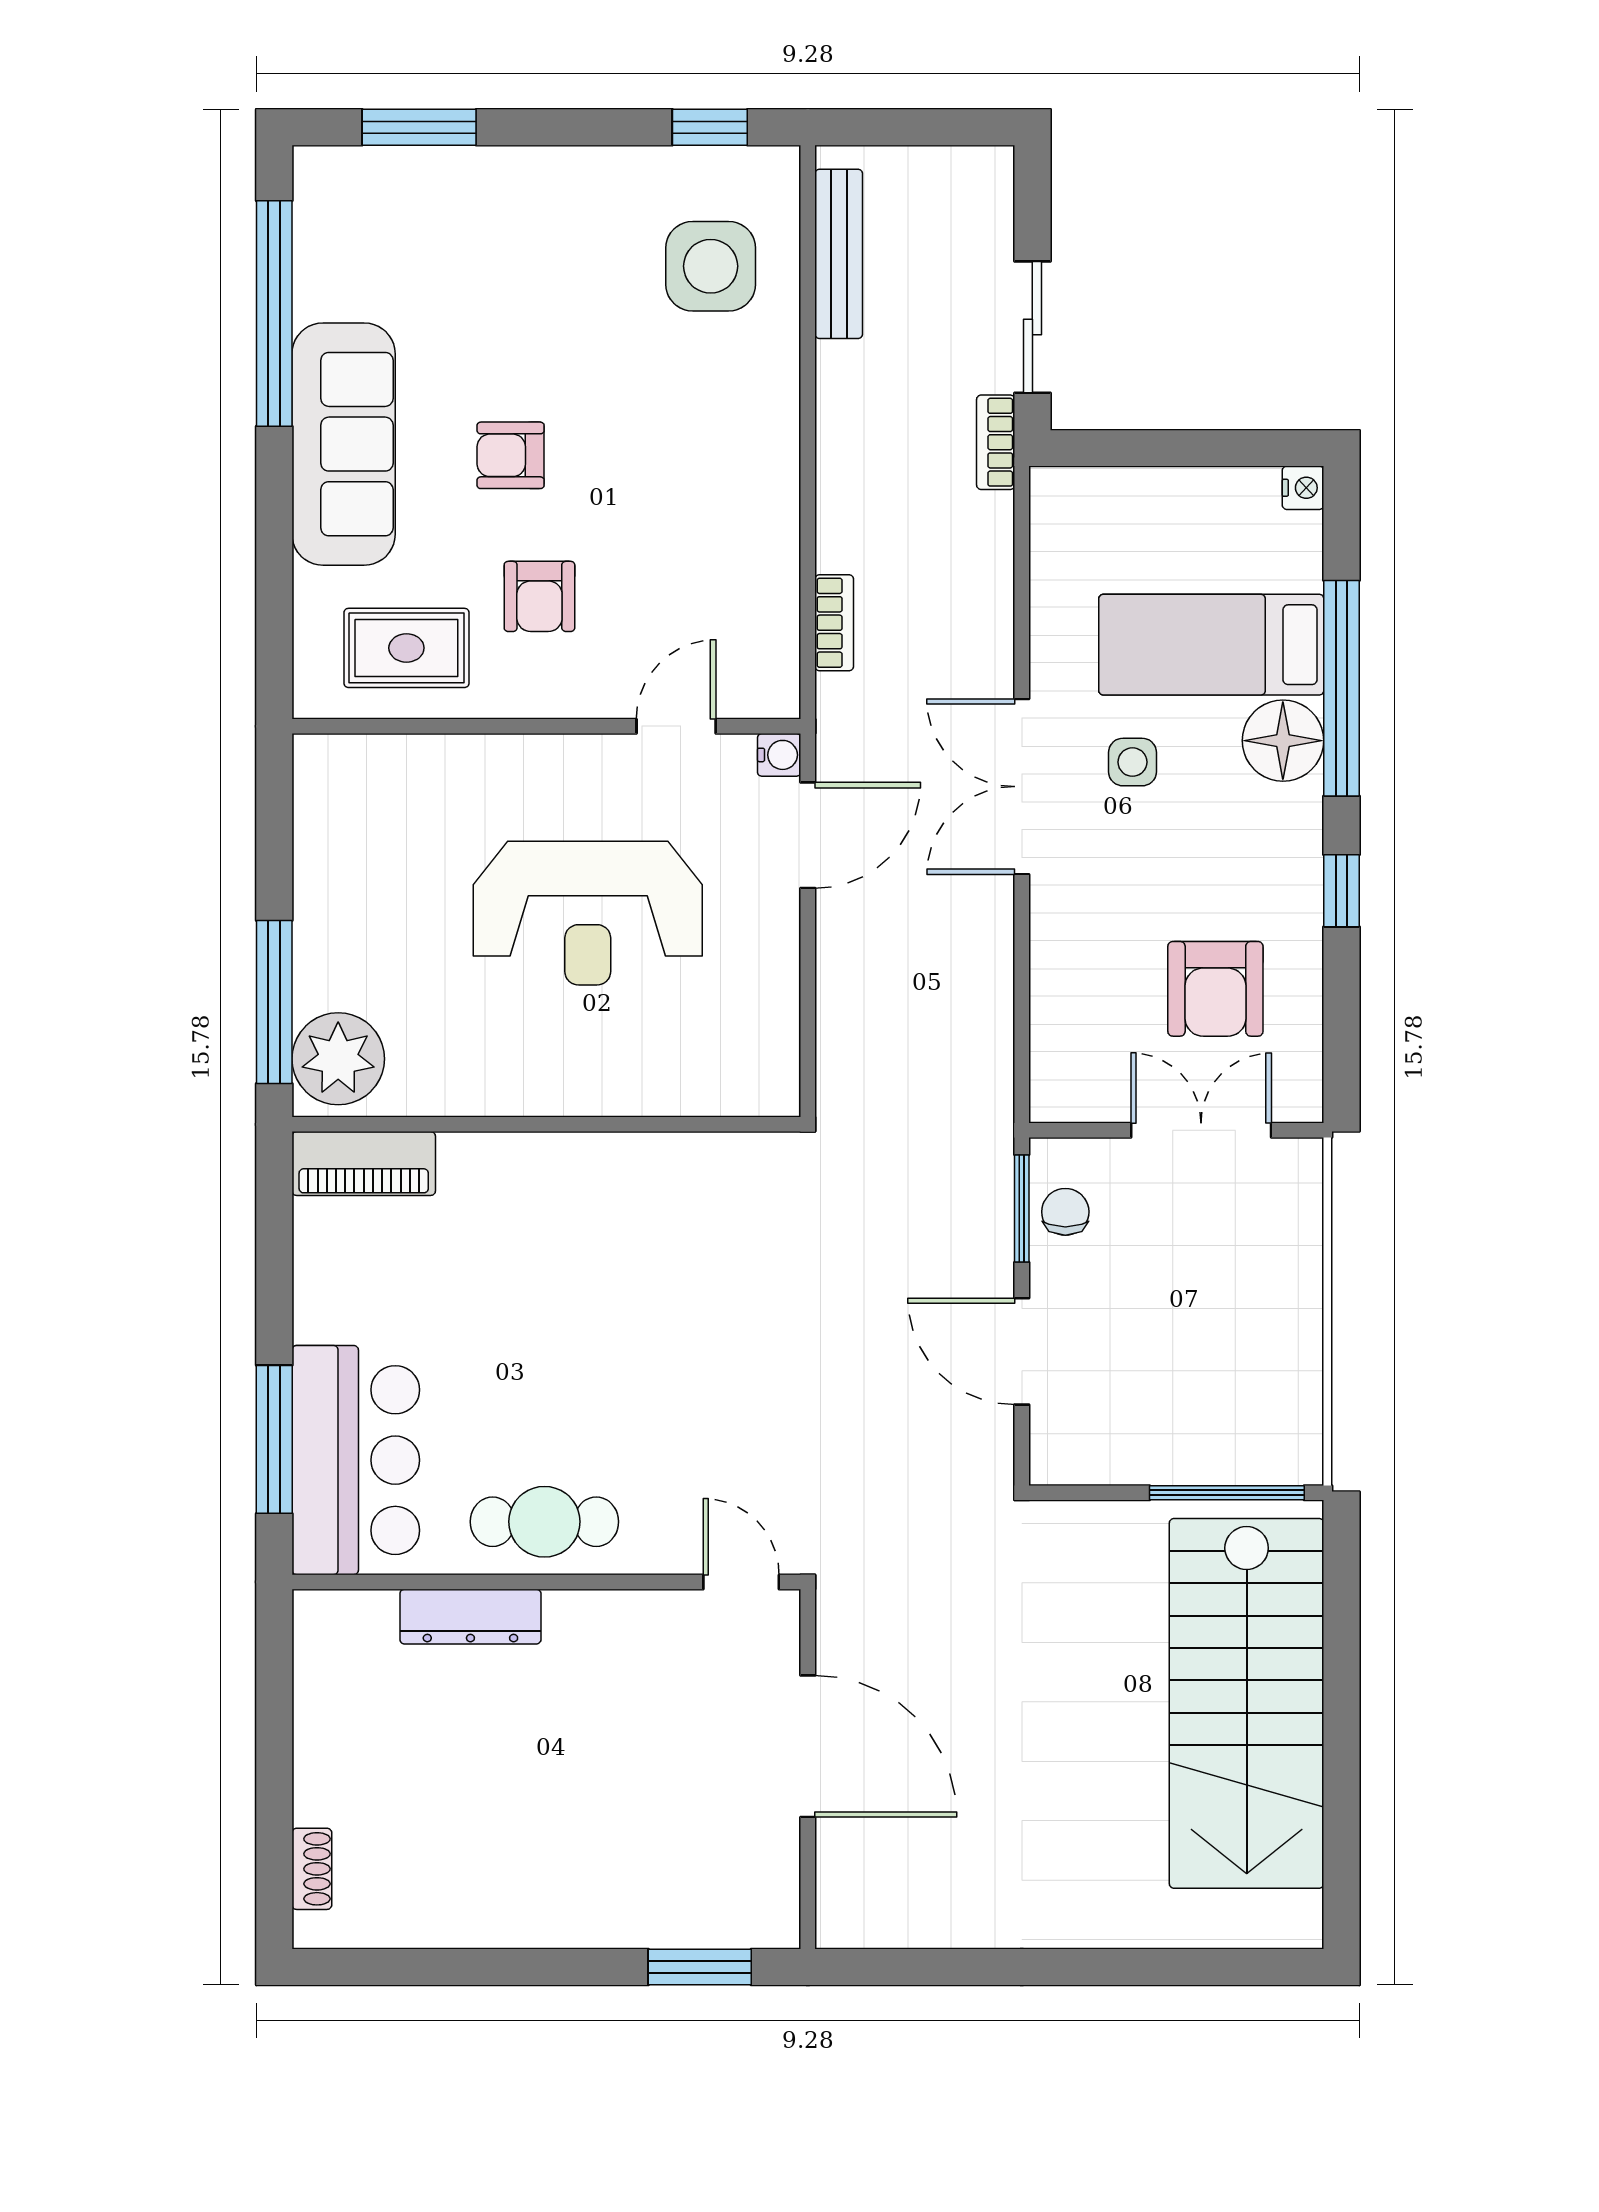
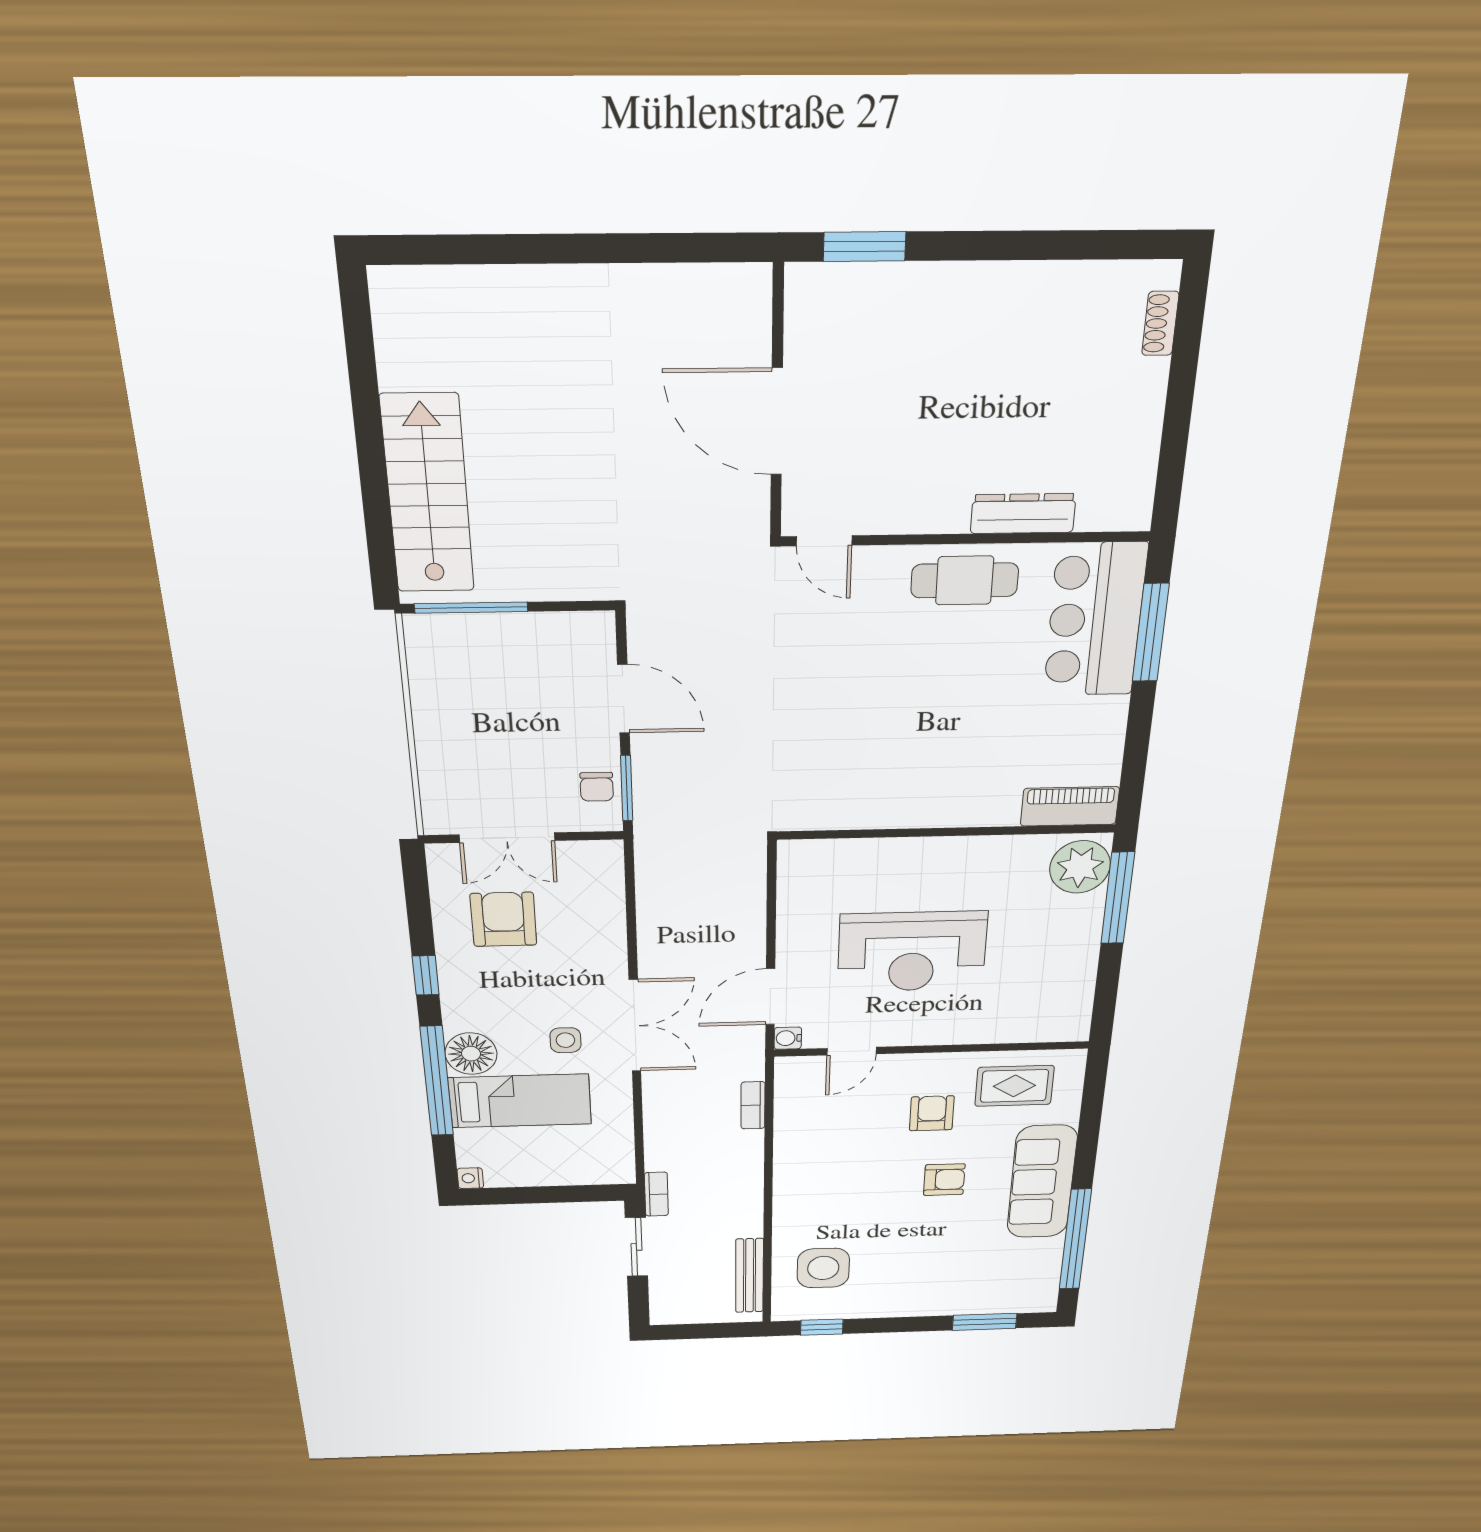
reception desk: (588, 913) -> (912, 952), turned 180
stairs: (1247, 1703) -> (428, 494), width x0.73, depth x0.66

